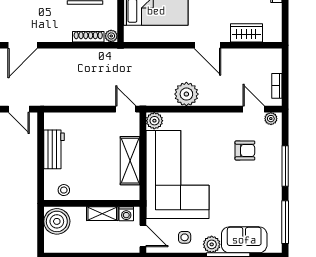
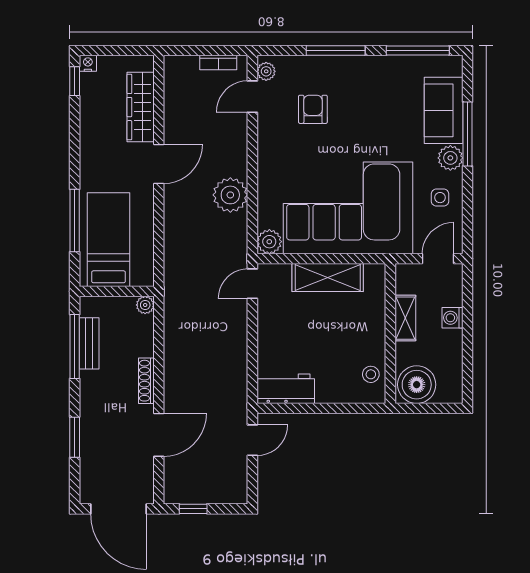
wardrobe: (246, 33) -> (141, 107), width x1.50
shoe rack: (88, 37) -> (146, 381), moved
door: (22, 45) -> (159, 435), hinge flipped
workbench: (54, 149) -> (286, 389), moved
washing machine: (126, 214) -> (452, 318), moved, turned 180

